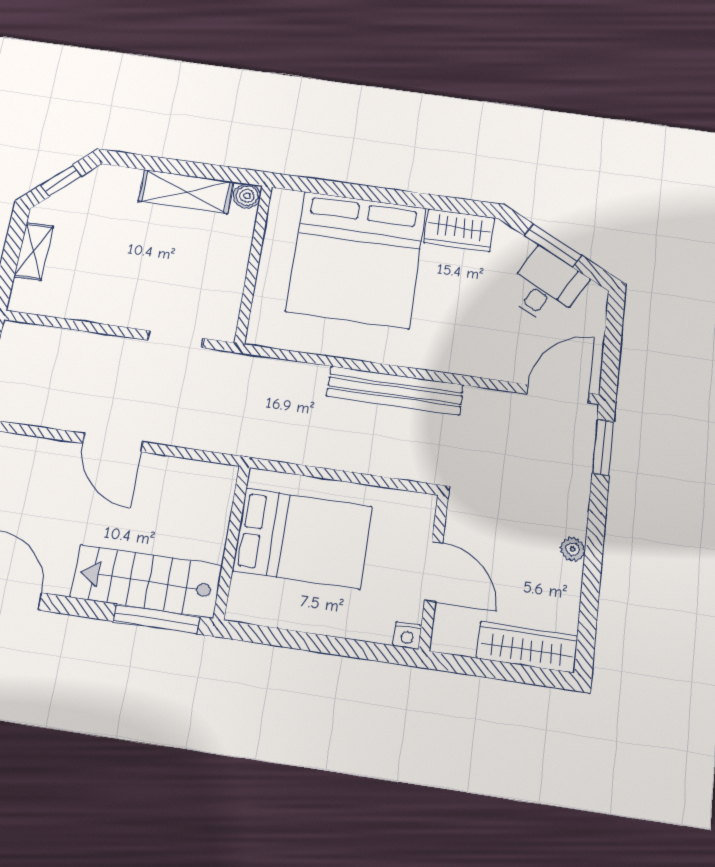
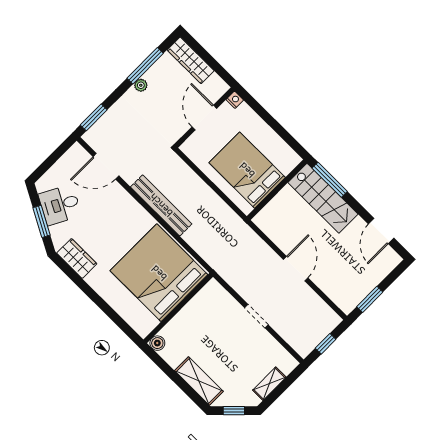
shelving: (186, 192) -> (199, 381), moved
bed: (356, 259) -> (159, 273), moved, turned -90
doorway: (175, 339) -> (256, 316), moved
door: (558, 394) -> (106, 166), moved
window: (591, 585) -> (145, 66), added

